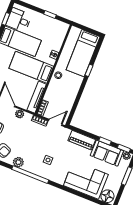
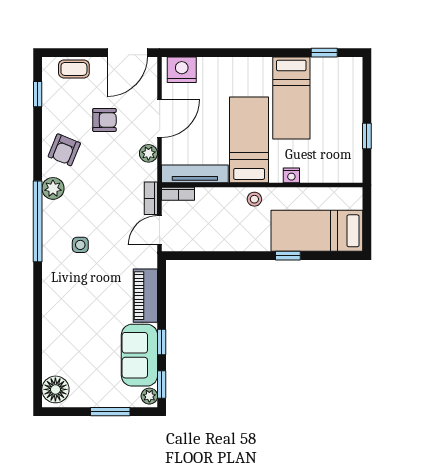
desk: (19, 20) -> (332, 79), removed
door: (55, 122) -> (160, 230), swing flipped
corner sofa: (86, 180) -> (70, 334), removed

